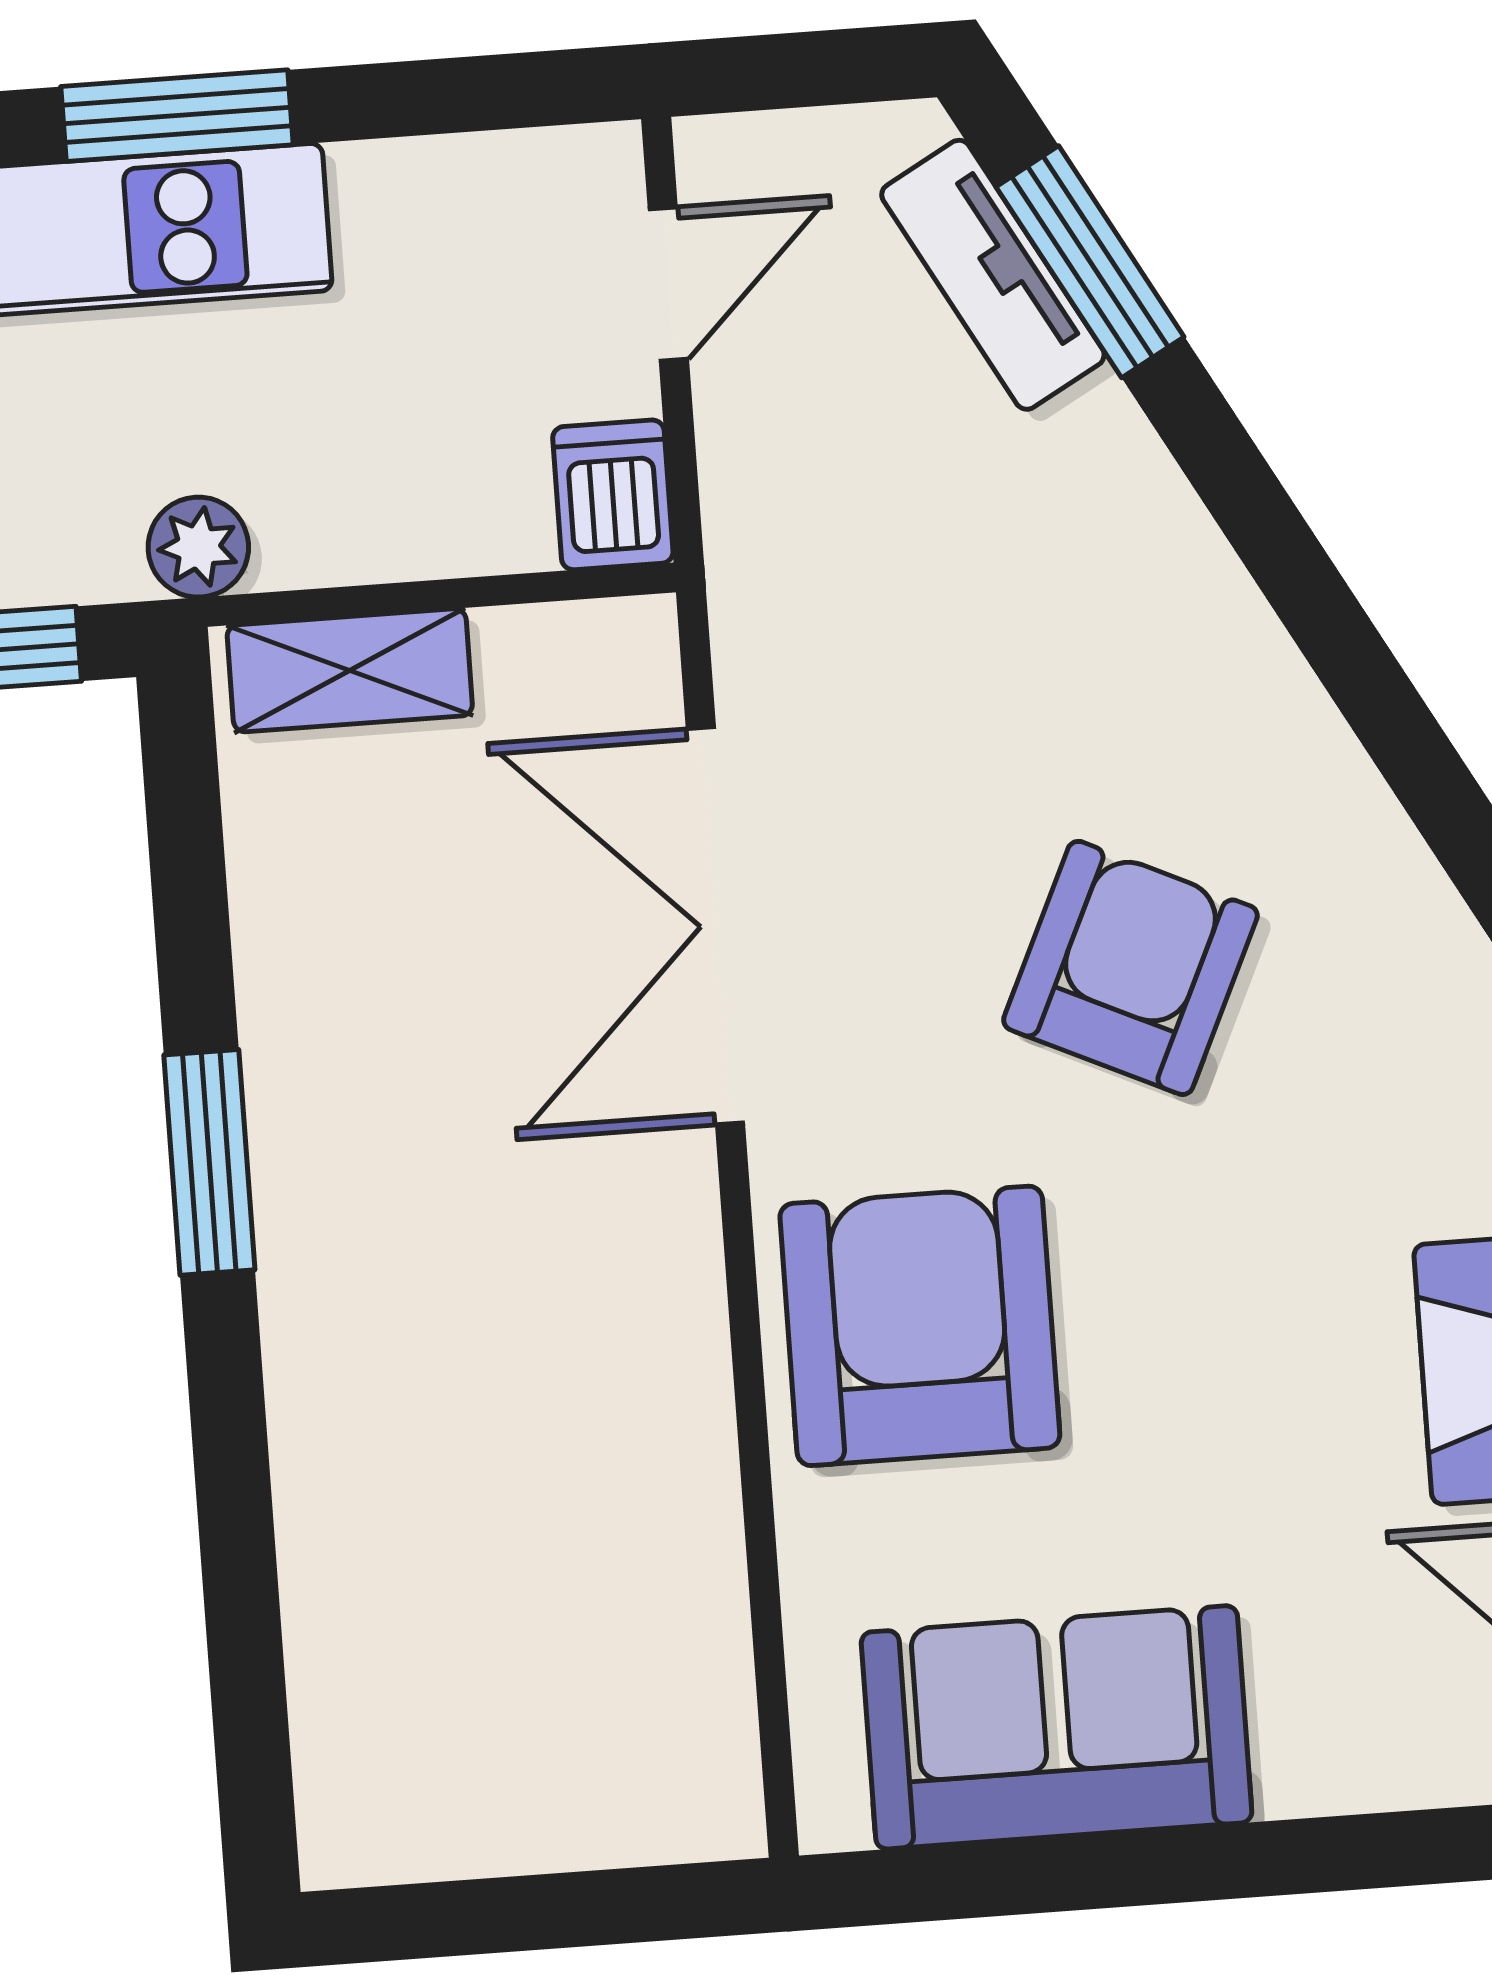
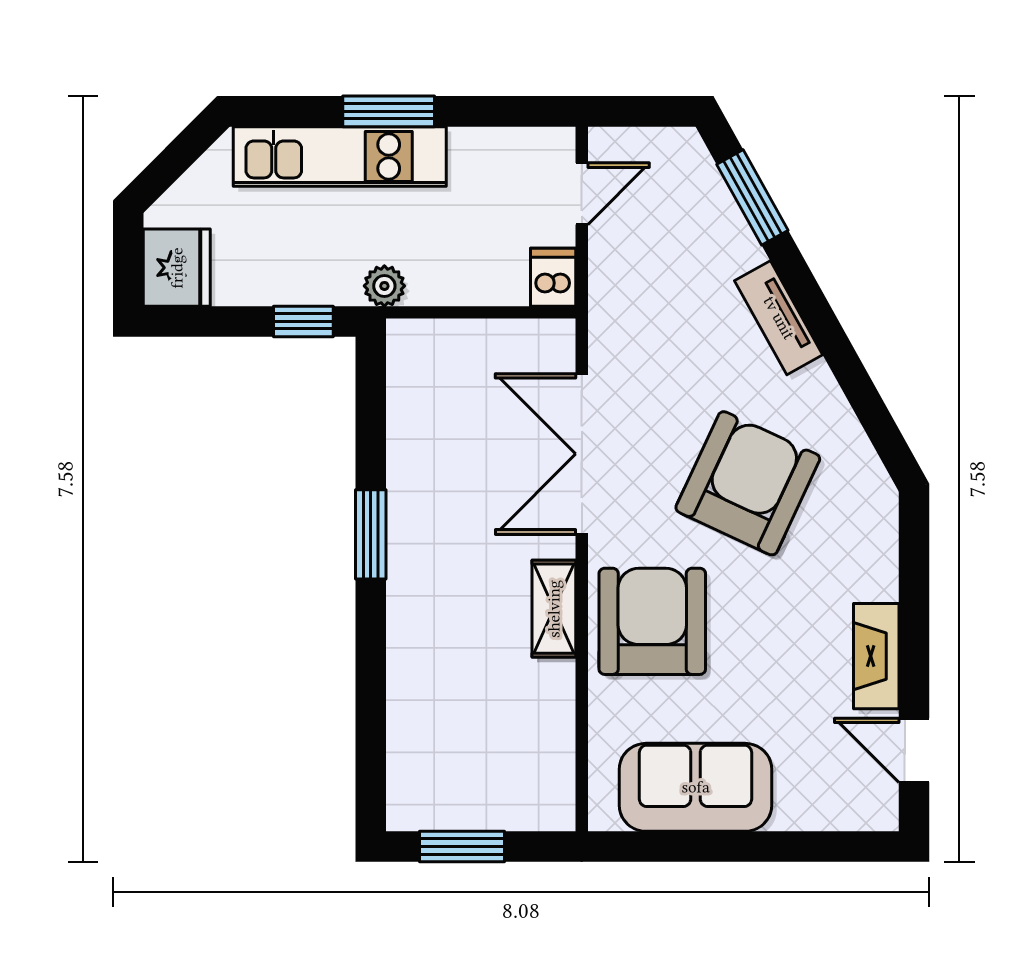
tv unit: (993, 275) -> (779, 318), moved
shelving: (350, 670) -> (554, 609), moved, turned 90
armchair: (1130, 968) -> (748, 483), width x1.36, depth x1.36
window: (491, 1916) -> (462, 846), added

